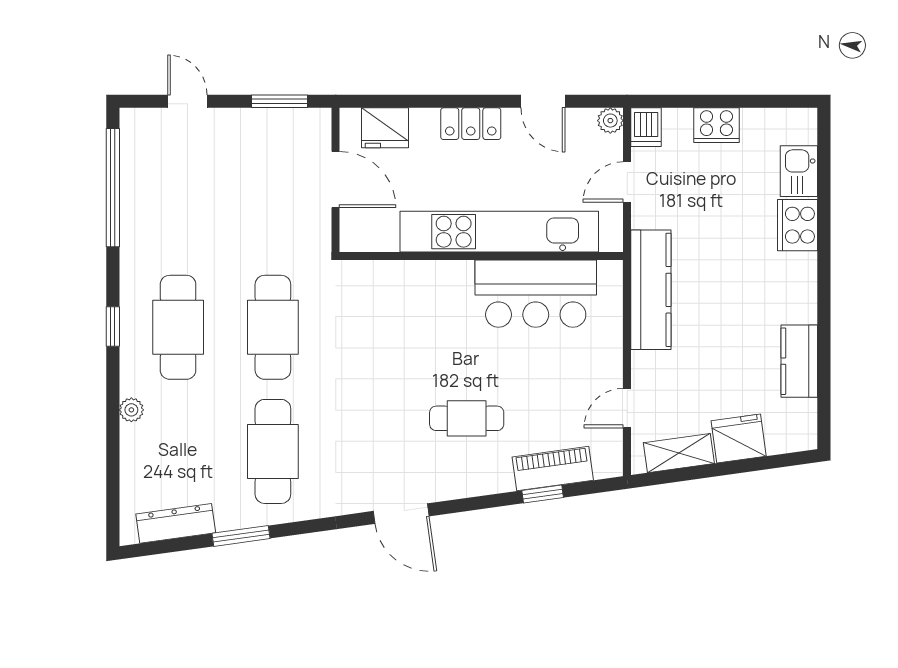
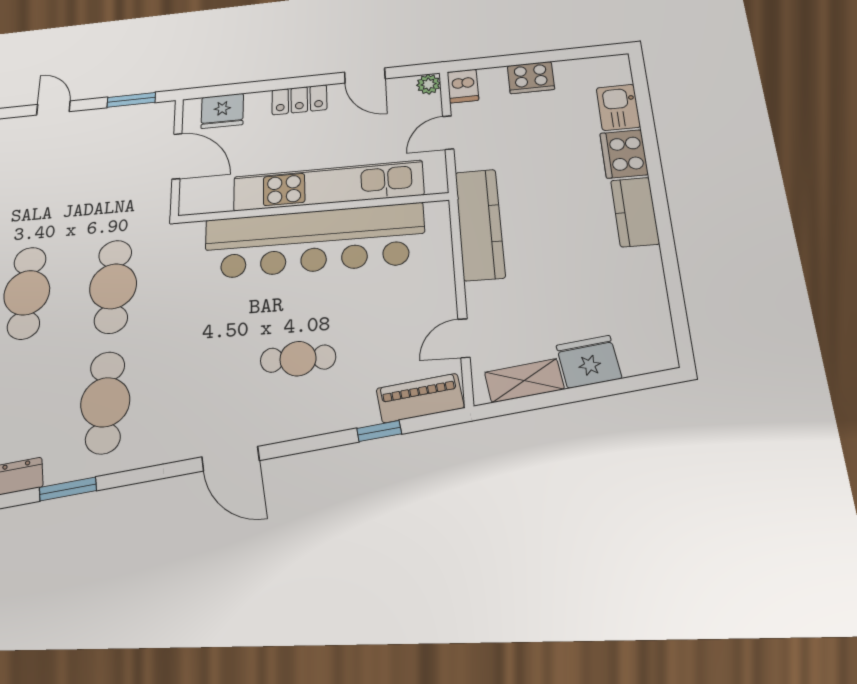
bar counter: (536, 294) -> (313, 241), width x1.86
kitchen counter: (799, 361) -> (635, 212), moved
piano: (553, 469) -> (420, 398), moved

